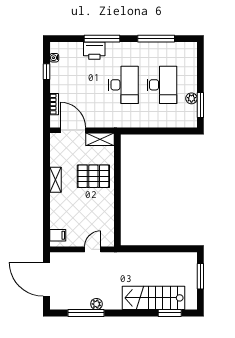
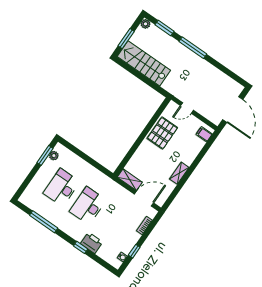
window: (102, 39) -> (81, 247), width x0.46
plant: (191, 98) -> (54, 156), moved
door: (73, 130) -> (144, 199), swing flipped
pallet: (93, 176) -> (162, 133), moved, turned 90
stairs: (154, 298) -> (144, 63), moved, turned 180
plant: (96, 304) -> (146, 24), moved
window: (86, 313) -> (193, 48), moved

